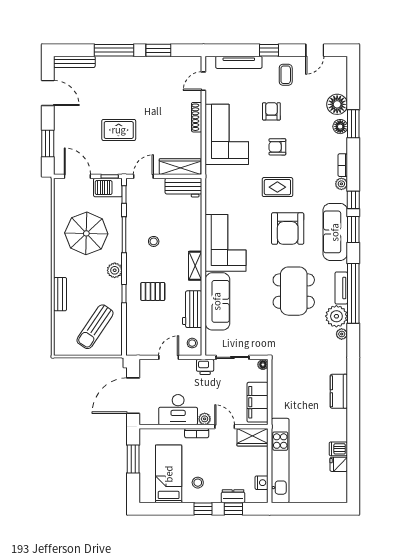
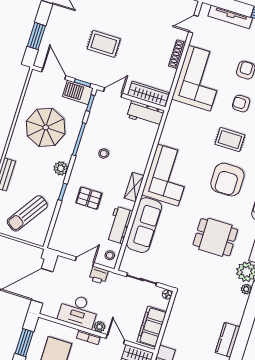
dining table: (294, 291) -> (215, 237), width x0.73
printer: (205, 367) -> (99, 275), moved

